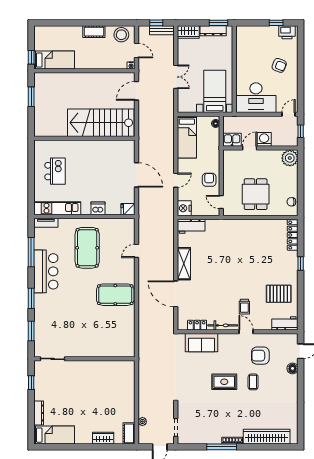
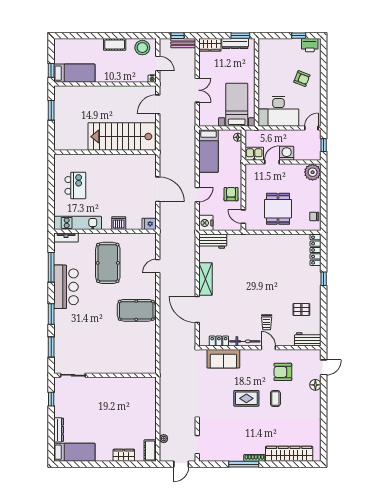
pallet: (279, 294) -> (301, 309), width x0.67, depth x0.71

